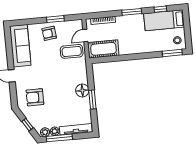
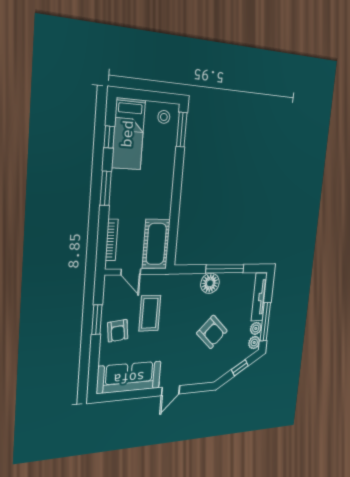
coffee table: (72, 51) -> (150, 313), moved
armchair: (35, 97) -> (212, 332), moved, turned -46
window: (92, 99) -> (225, 269), width x1.44

